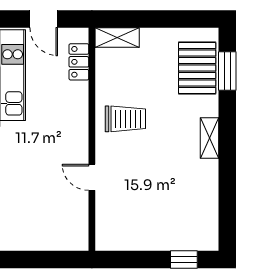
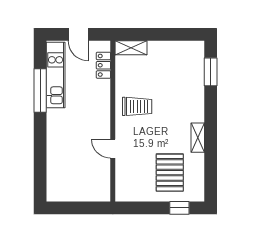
pallet: (197, 68) -> (170, 173), moved
shelving: (209, 138) -> (198, 138), moved

